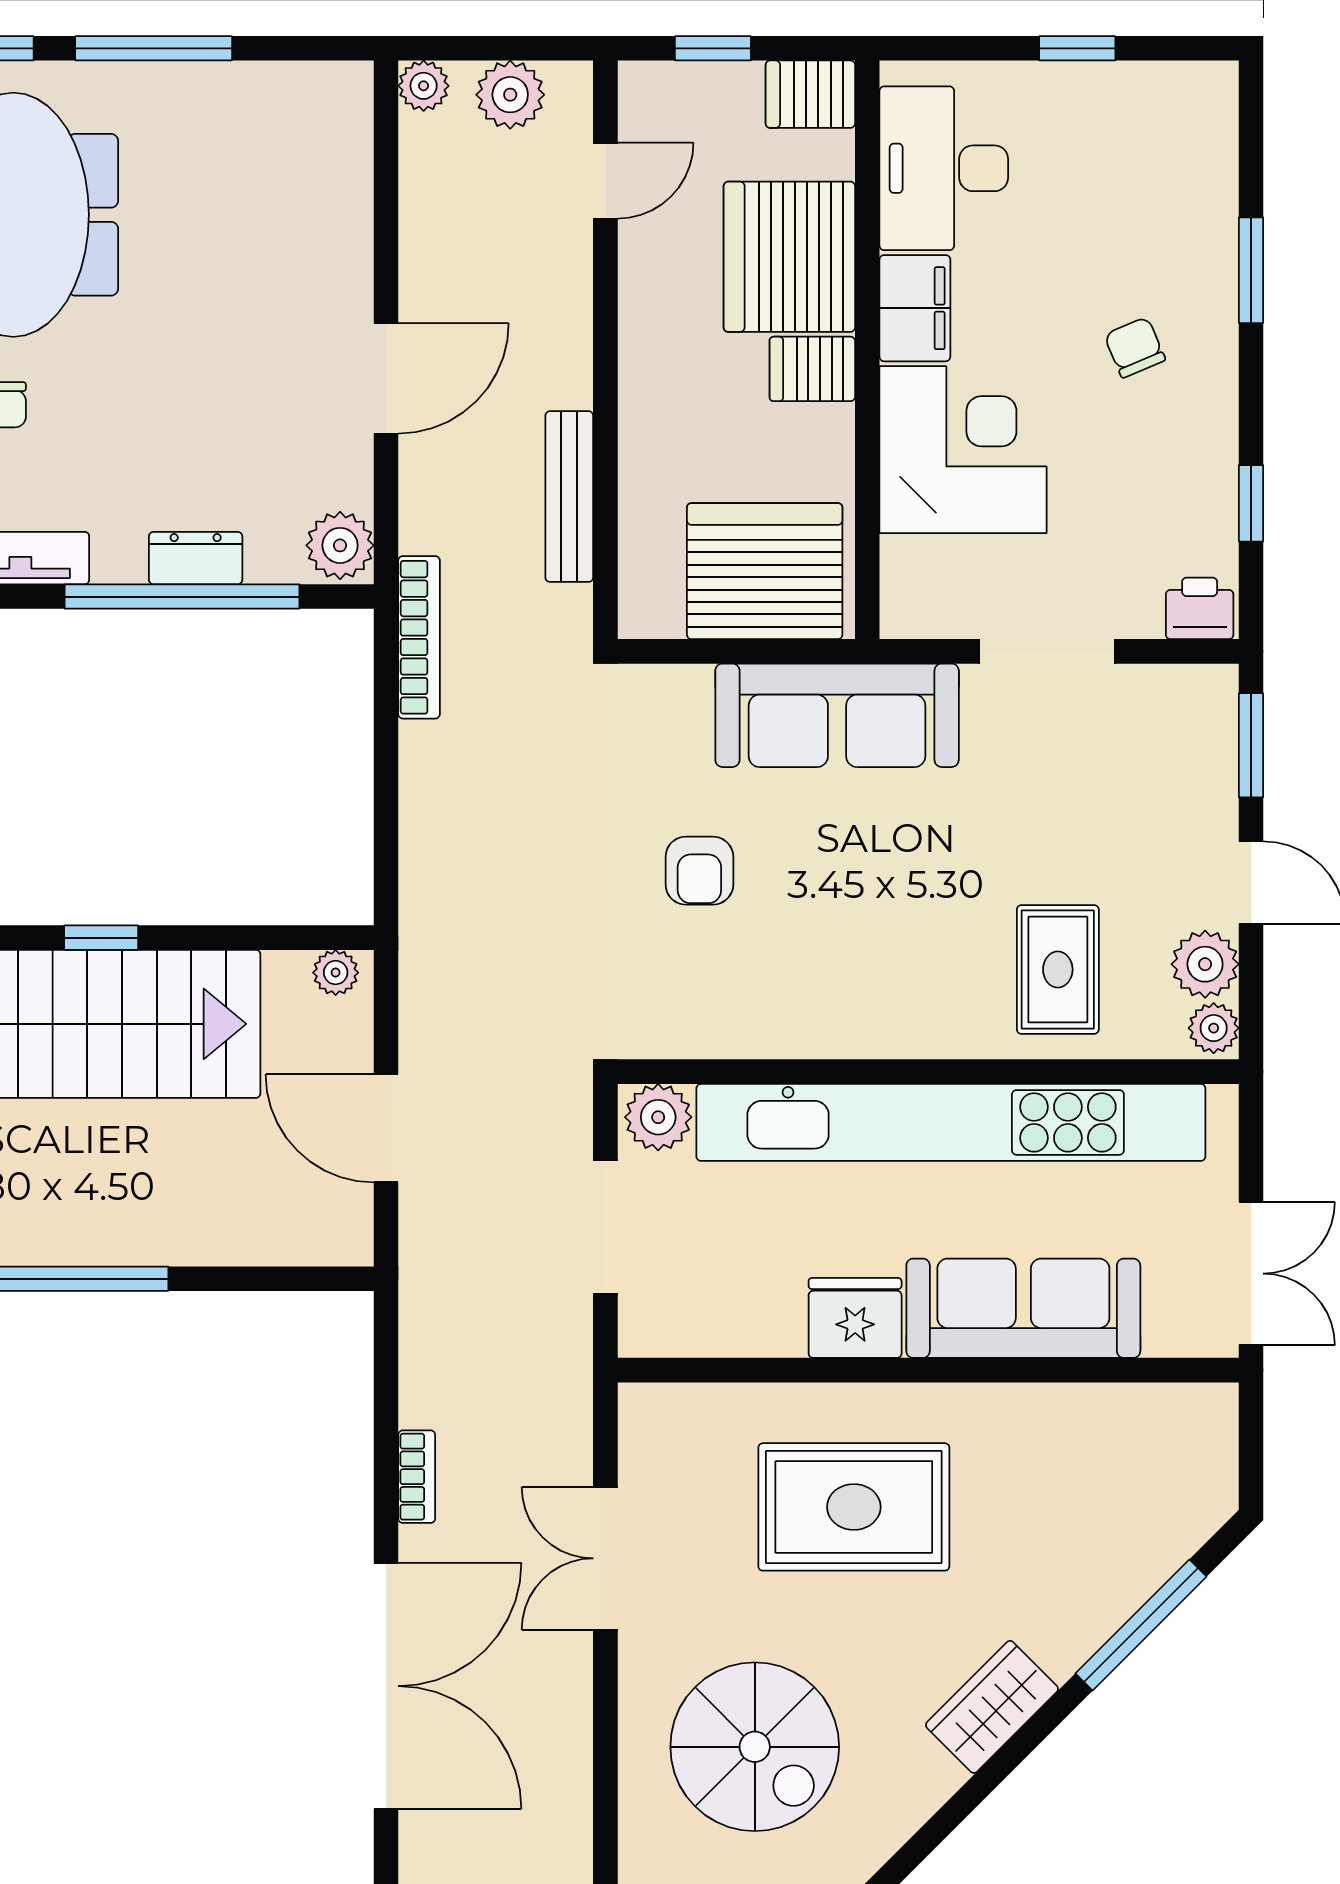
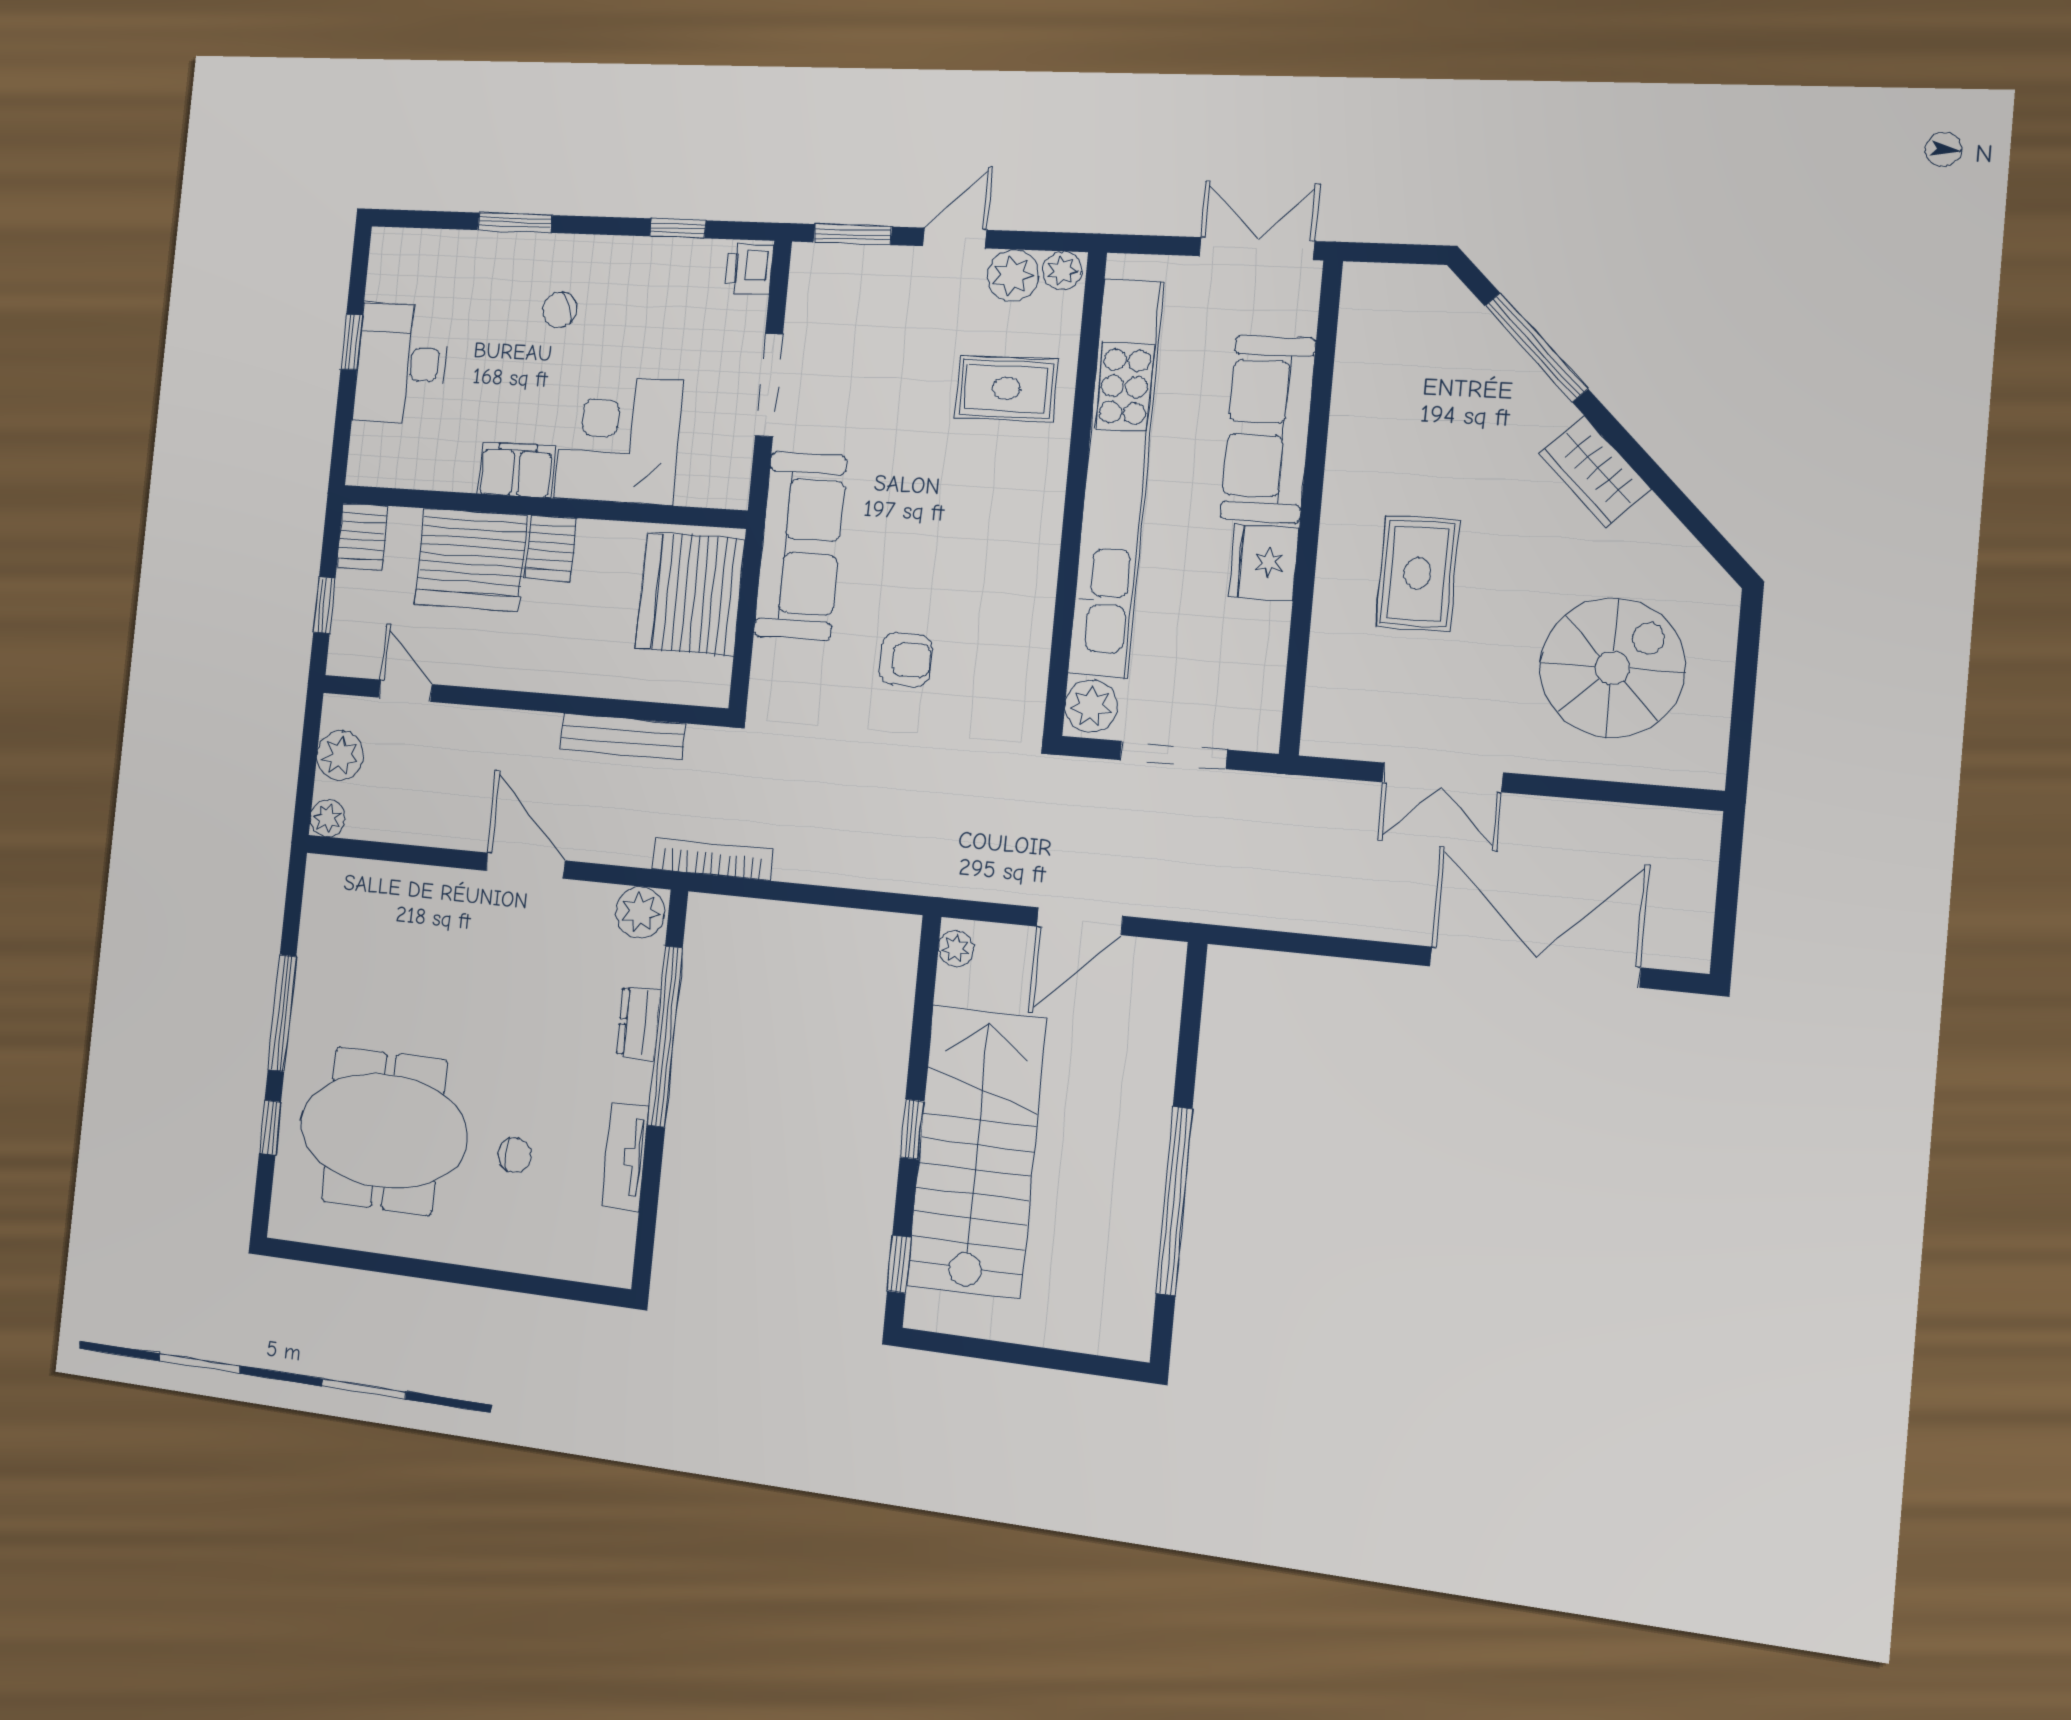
desk: (944, 168) -> (401, 364), moved, turned 90
bookcase: (417, 1477) -> (1361, 924), removed
rug: (854, 1507) -> (1417, 573), width x0.73, depth x0.70

